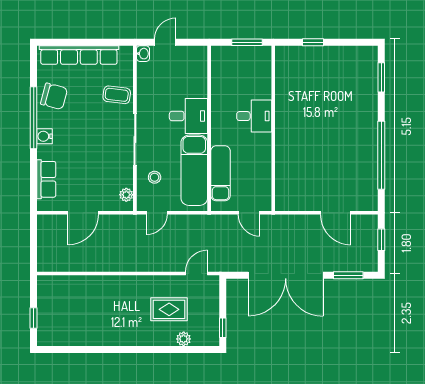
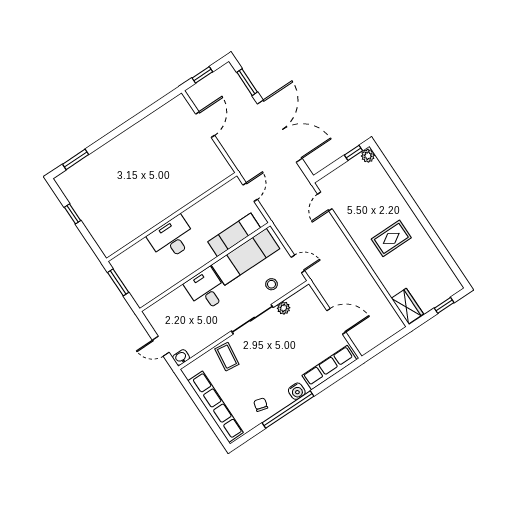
window: (313, 42) -> (73, 214), moved
chair: (54, 96) -> (261, 405), width x0.54, depth x0.54
desk: (254, 116) -> (172, 238), width x1.37
window: (381, 155) -> (136, 119), removed
row of seats: (46, 179) -> (329, 368), width x1.48
plant: (126, 195) -> (284, 308), moved
door: (196, 274) -> (325, 201), hinge flipped
wardrobe: (55, 285) -> (407, 306), added
rug: (169, 309) -> (391, 238), moved, turned 90
plant: (184, 339) -> (368, 156), moved

